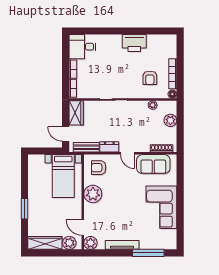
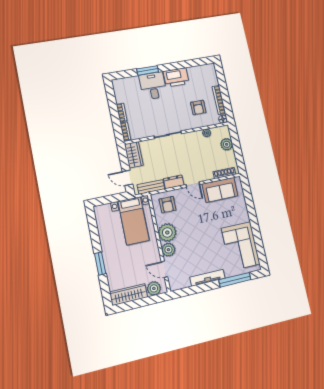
window: (107, 31) -> (148, 70), added
desk: (82, 47) -> (153, 86), moved, turned 90
armchair: (99, 168) -> (167, 205), turned -90
corner sofa: (161, 207) -> (241, 246), moved
plant: (91, 243) -> (168, 250), moved

